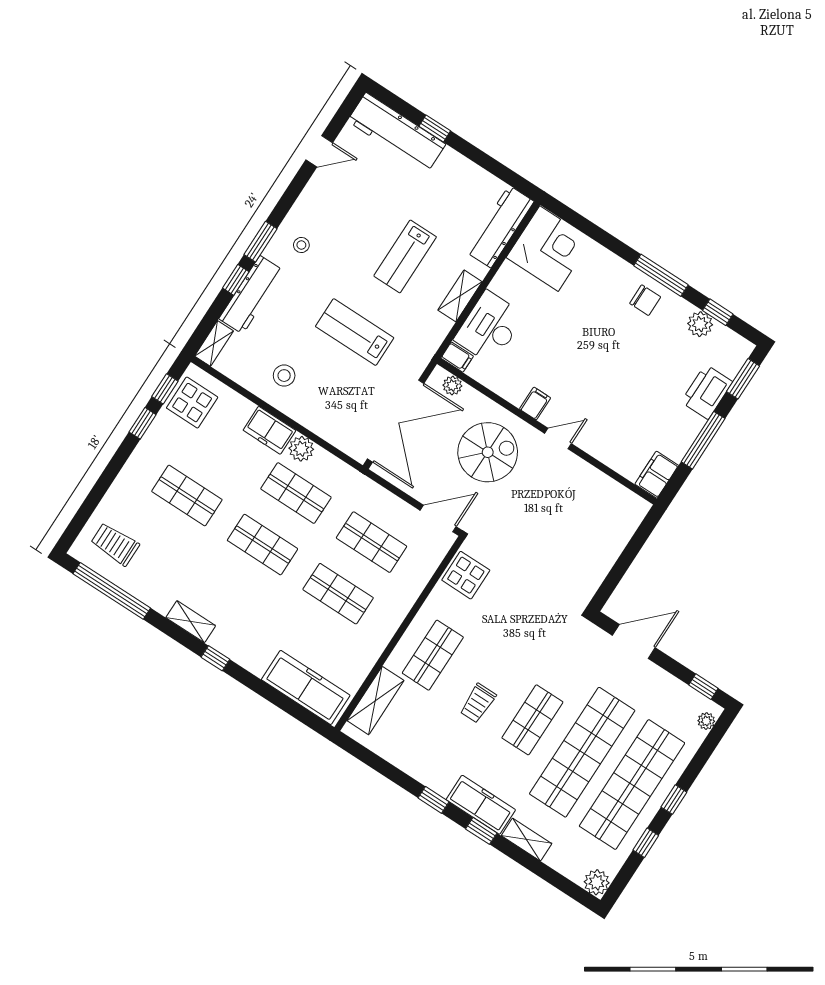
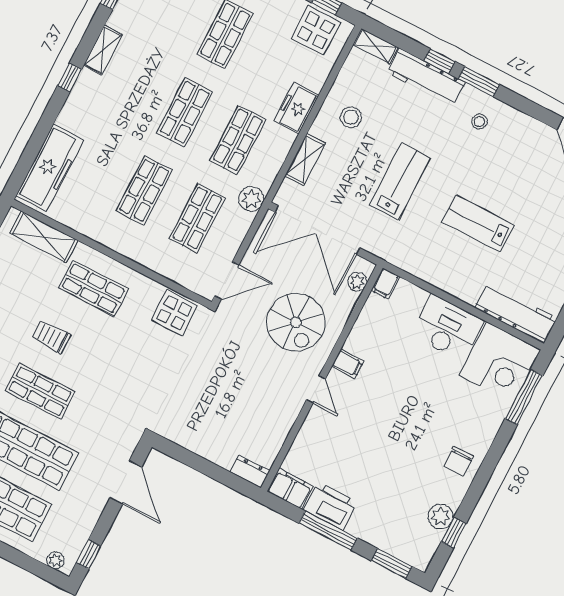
window: (661, 275) -> (524, 397), moved
shelving: (460, 296) -> (305, 160), moved, turned 90
desk: (489, 327) -> (447, 328), moved
printer: (707, 392) -> (330, 506), moved
plant: (301, 449) -> (251, 199), moved
dresser: (635, 514) -> (250, 471), added
door: (438, 518) -> (227, 280), hinge flipped

